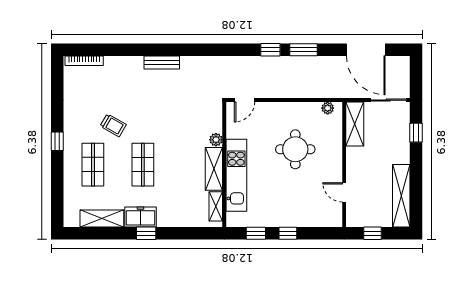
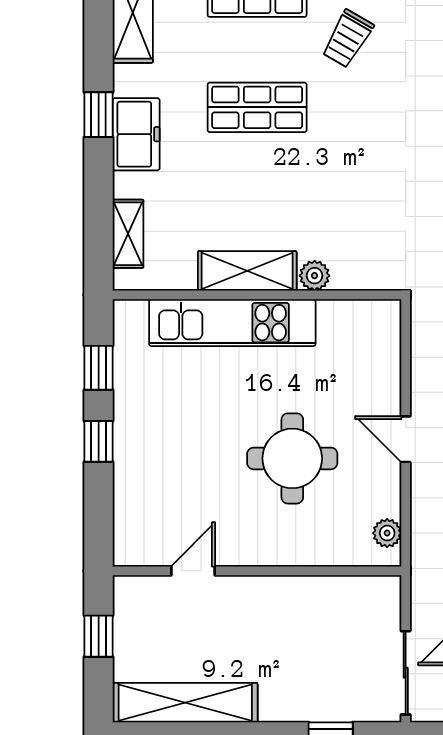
door: (244, 100) -> (406, 439), moved
shelving: (355, 124) -> (351, 595), removed
shelving: (216, 206) -> (128, 234), moved, turned 90
freezer: (140, 217) -> (136, 134), moved

